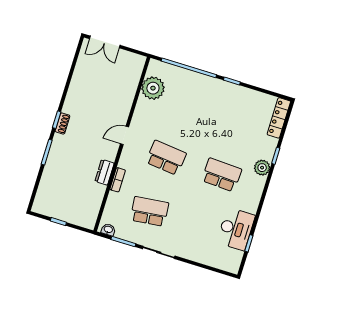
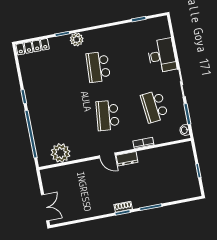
dresser: (104, 172) -> (127, 159), moved
desk: (236, 229) -> (162, 56), moved, turned 90

